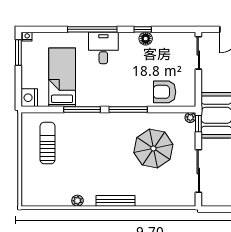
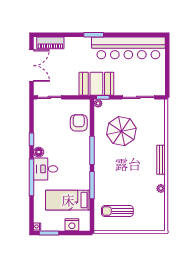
floor lamp: (146, 39) -> (39, 152), moved
armchair: (165, 92) -> (79, 123), turned 180
nightstand: (29, 98) -> (72, 225), moved

